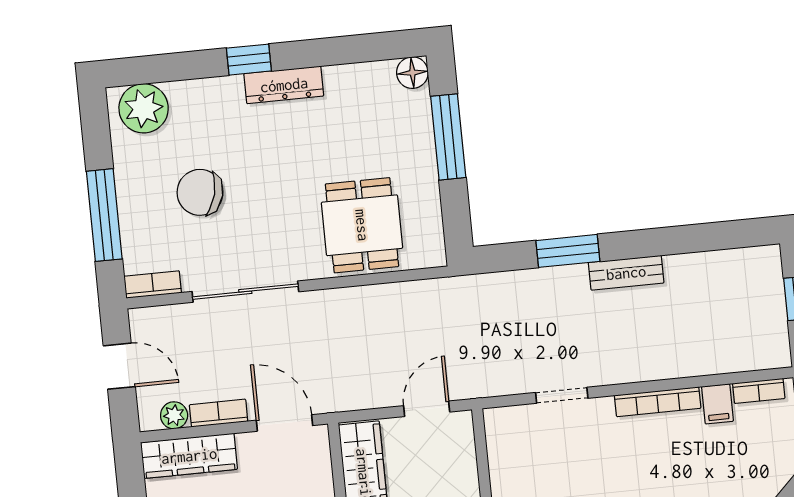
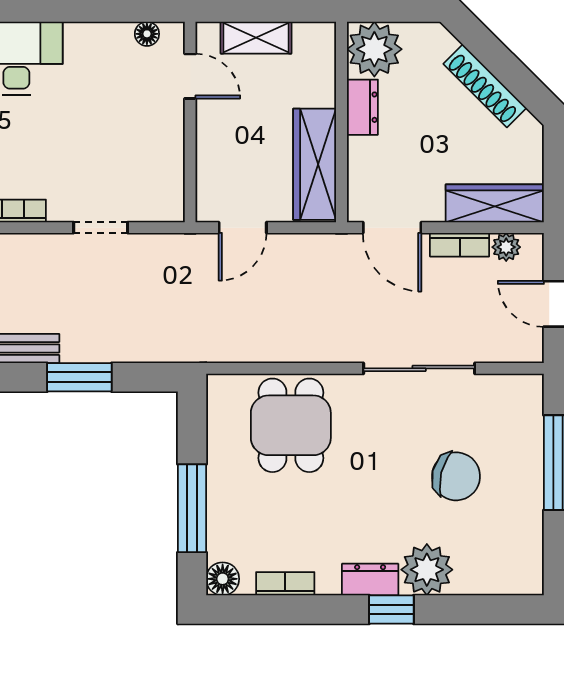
dresser: (284, 85) -> (370, 580), width x0.70
plant: (144, 108) -> (427, 570), moved
bookcase: (153, 285) -> (285, 584), moved, turned 180

